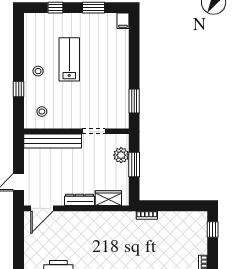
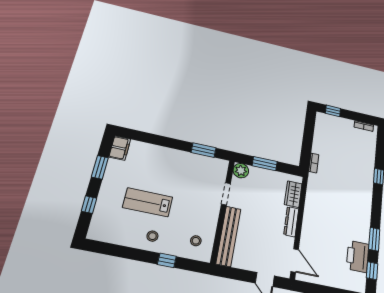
filing cabinet: (123, 21) -> (120, 148), width x2.00
plant: (121, 155) -> (241, 171), moved

